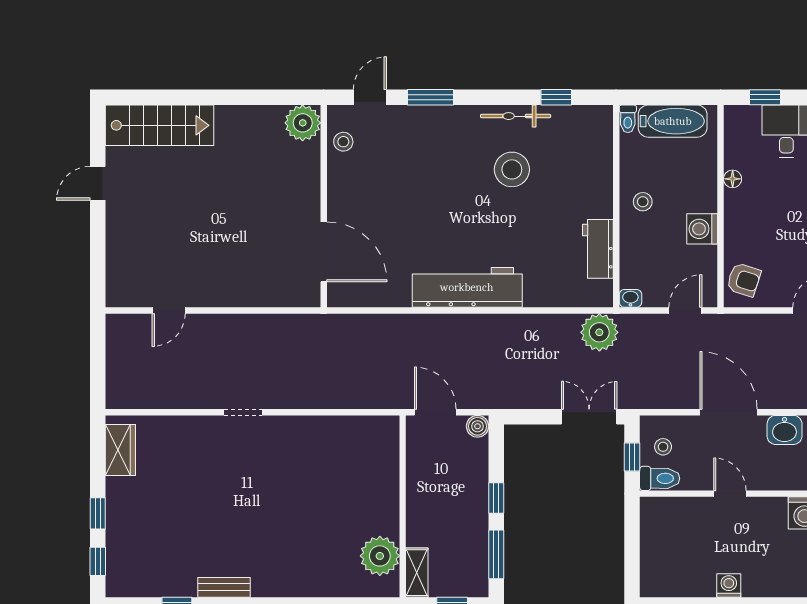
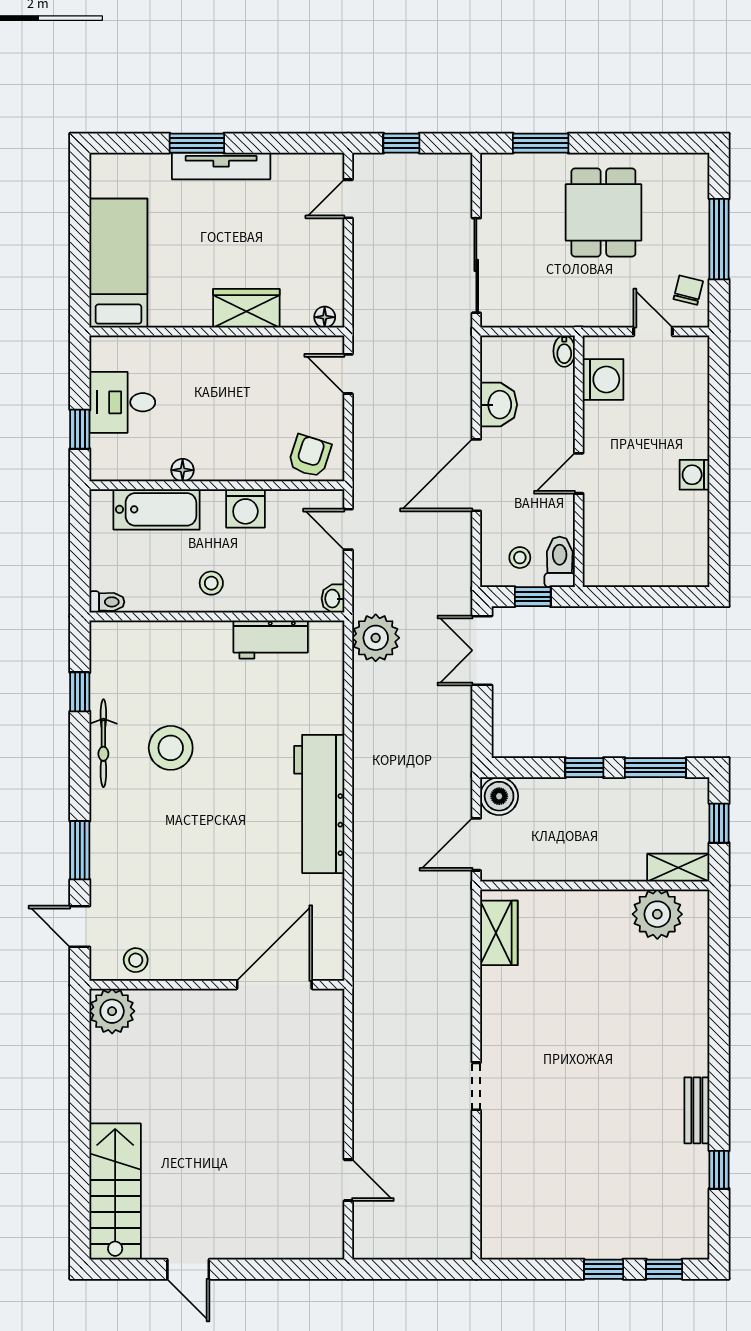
bathtub: (673, 121) -> (157, 509), moved, turned 90
boiler: (478, 426) -> (499, 796), width x1.36, depth x1.36
wardrobe: (120, 450) -> (499, 933), moved, turned 90

